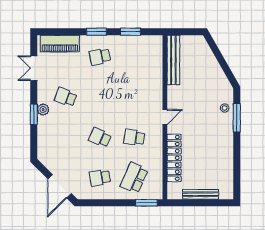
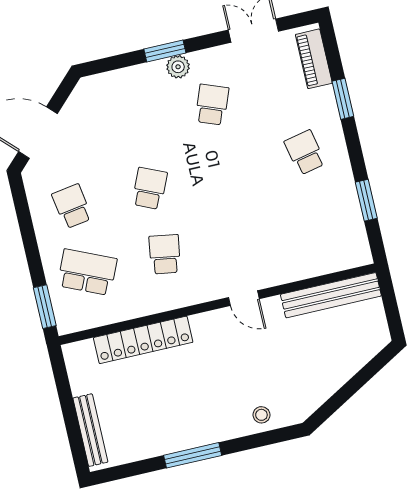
window: (96, 32) -> (343, 99), moved
piano: (60, 44) -> (314, 59), width x0.73, depth x0.75
door: (165, 117) -> (244, 298), moved
window: (237, 118) -> (193, 455), moved
bench: (200, 194) -> (90, 430), moved

